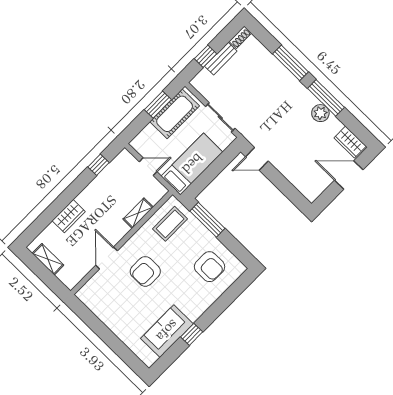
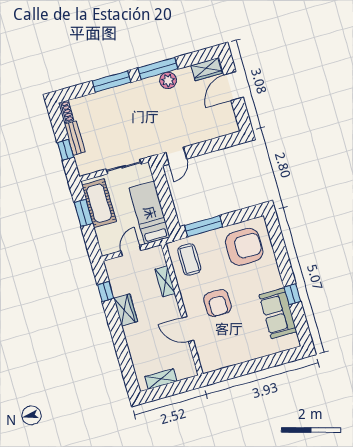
wardrobe: (69, 216) -> (126, 310), moved
armchair: (210, 267) -> (244, 247), width x1.36, depth x1.36

